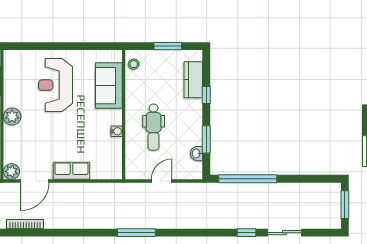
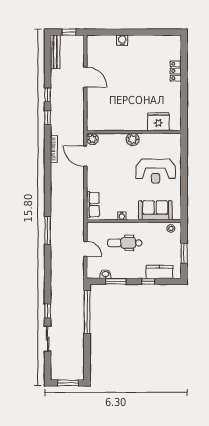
reception desk: (55, 85) -> (156, 171), turned 180
row of seats: (71, 171) -> (93, 204), moved

